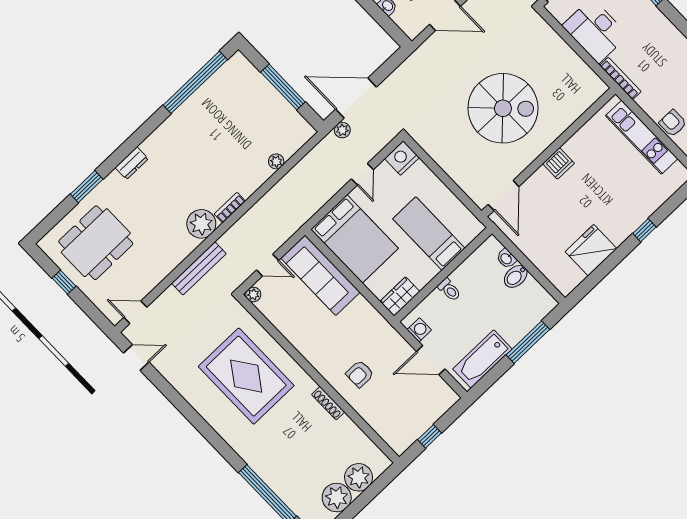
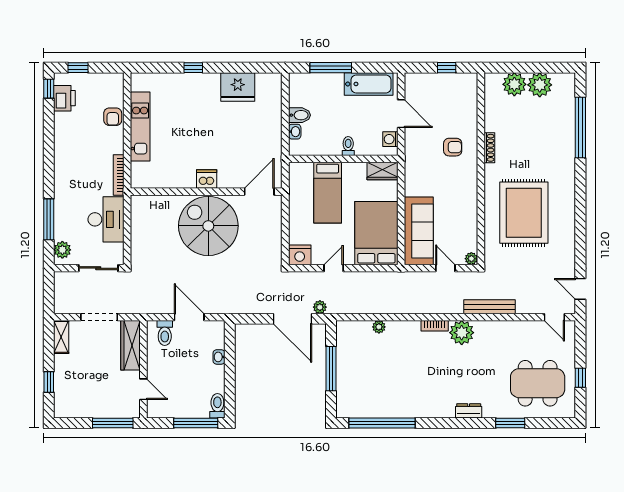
wall: (549, 152) -> (206, 192), moved
dishwasher: (558, 163) -> (207, 179), moved
door: (504, 195) -> (259, 192), moved

